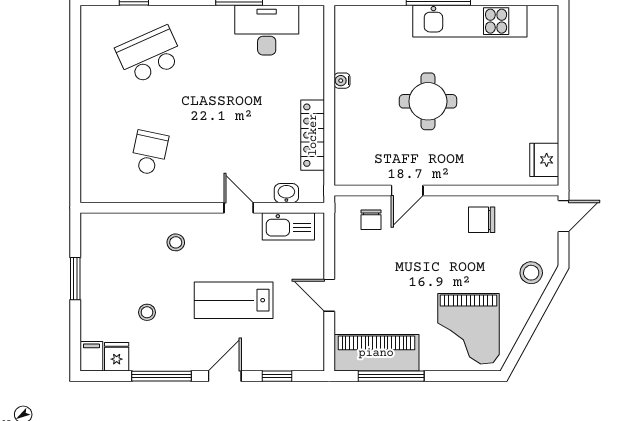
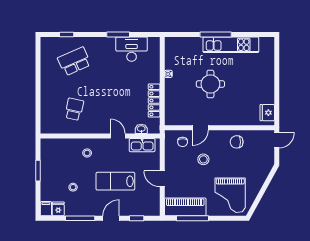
stool: (531, 273) -> (203, 159), moved

